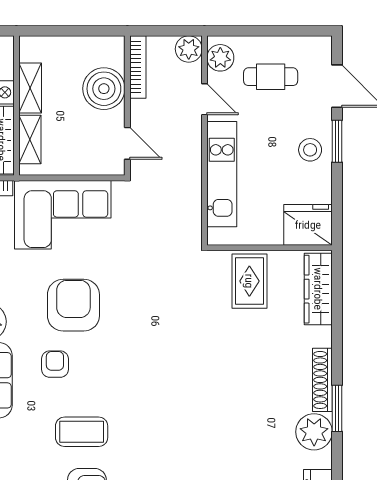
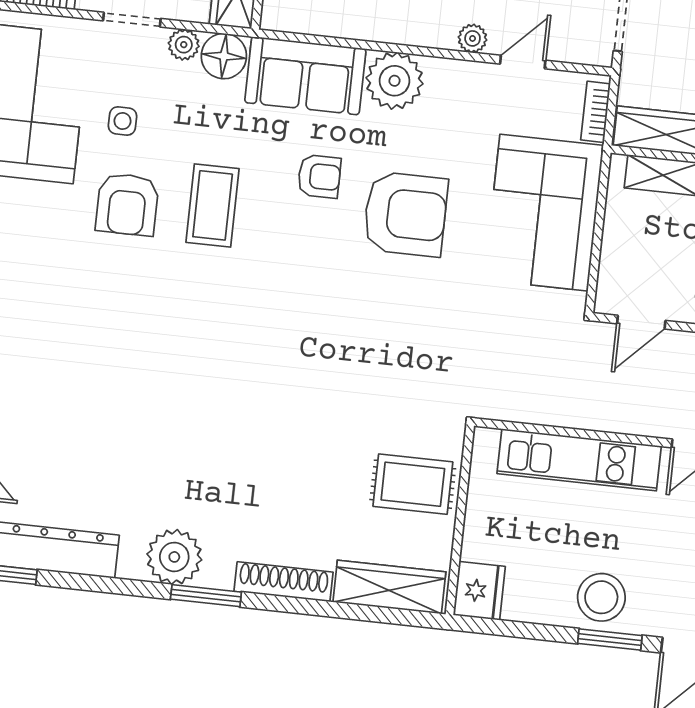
stool: (310, 150) -> (601, 597), width x1.38, depth x1.38
fridge: (308, 225) -> (479, 591), width x0.73, depth x0.75
shoe rack: (322, 380) -> (284, 582), moved

